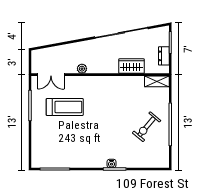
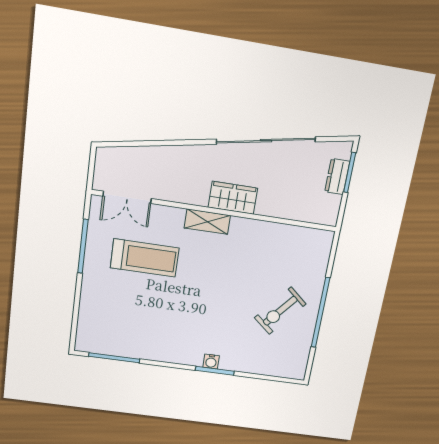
dresser: (164, 56) -> (337, 176), moved
wardrobe: (131, 66) -> (233, 198), moved
plant: (82, 69) -> (185, 195), removed
shelving: (157, 81) -> (207, 222), moved

